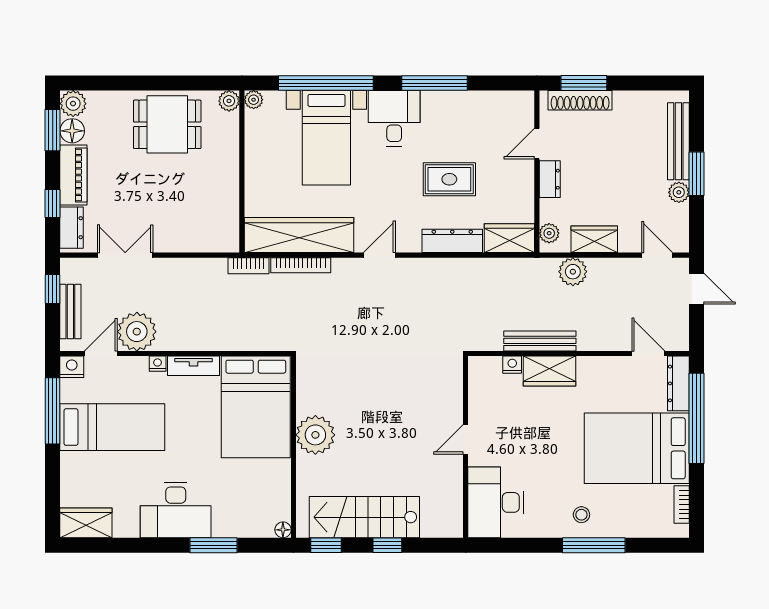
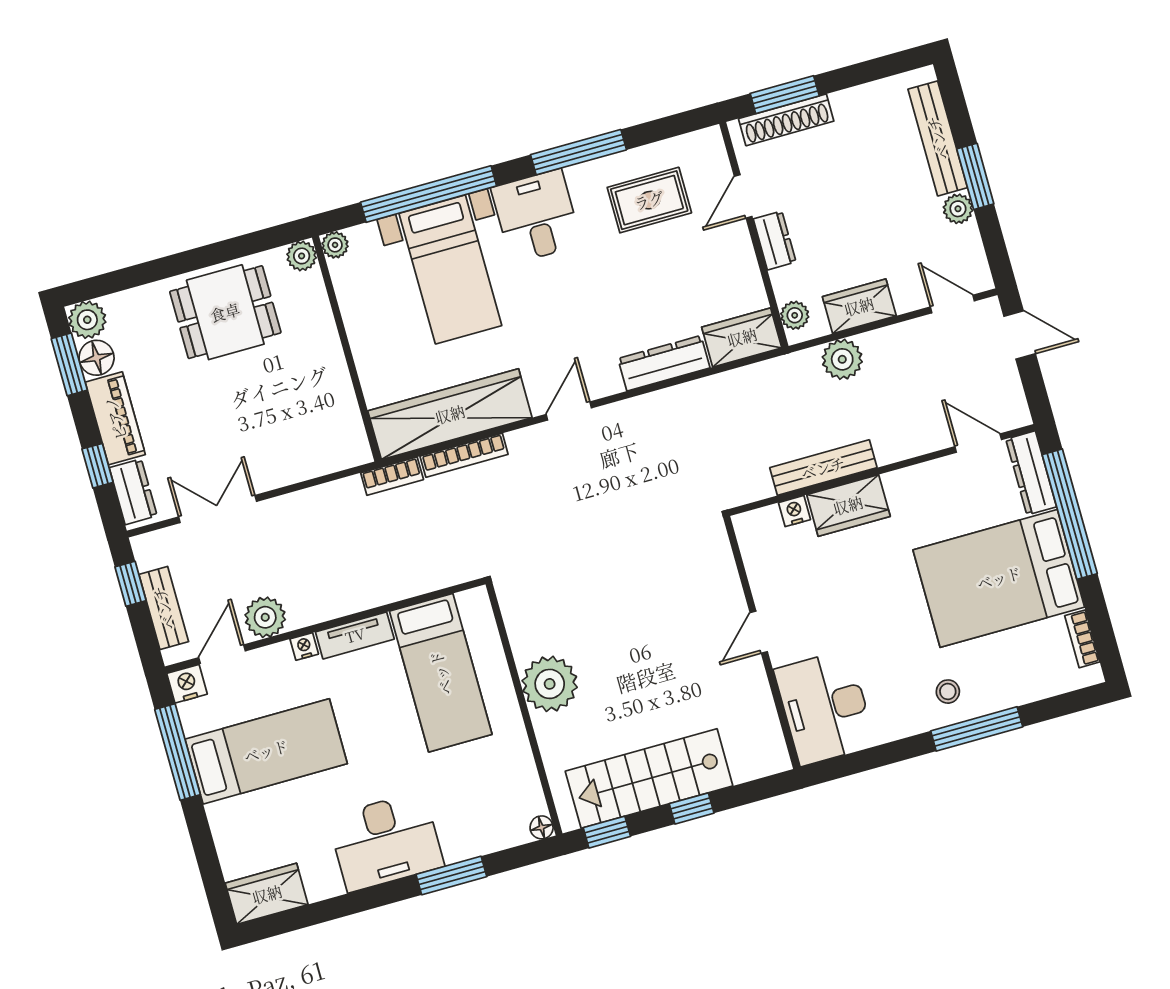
rug: (449, 179) -> (649, 200), moved
plant: (137, 332) -> (265, 617), width x0.73, depth x0.73
bed: (256, 407) -> (441, 673), width x0.67

